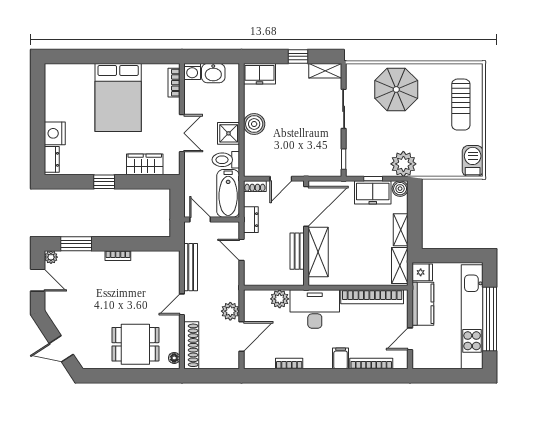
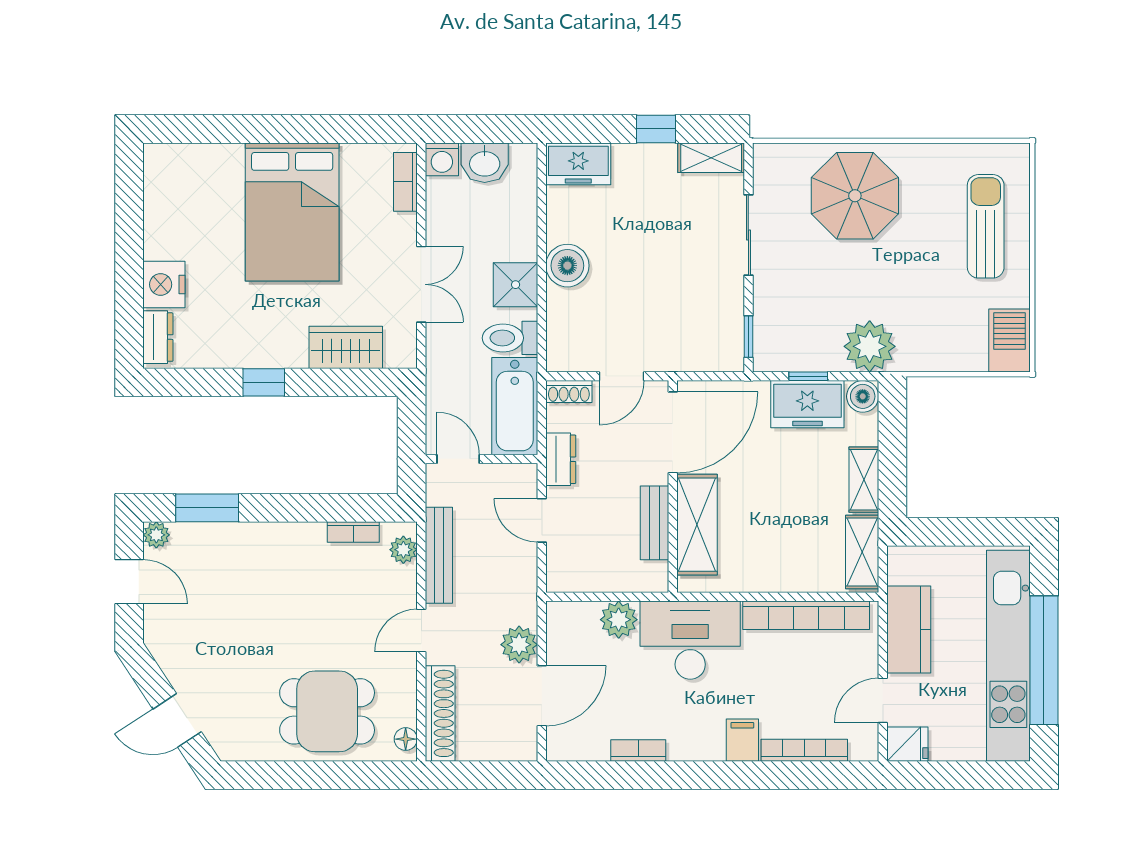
sun lounger: (461, 105) -> (986, 226), turned 180
bookcase: (118, 256) -> (353, 532), moved
plant: (173, 264) -> (403, 550), added
fridge: (422, 272) -> (907, 744), moved

